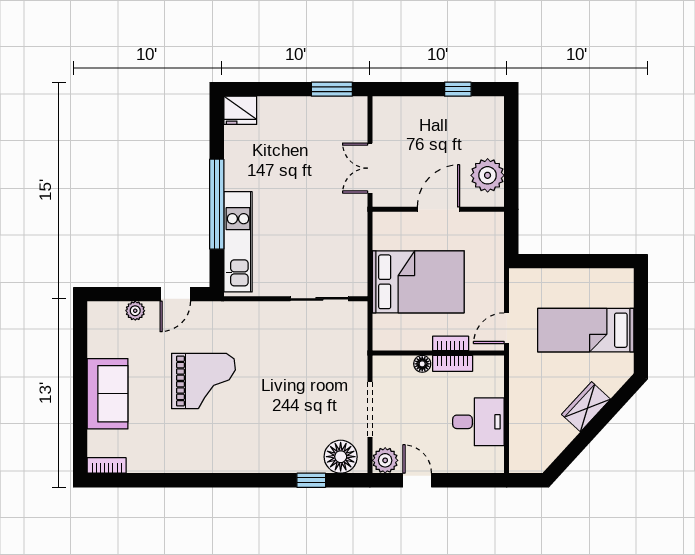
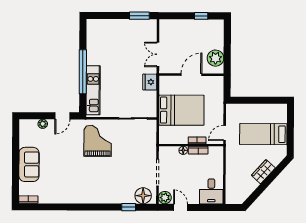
fridge: (240, 110) -> (150, 82), moved, turned 90
grand piano: (203, 381) -> (98, 141), moved, turned -90
desk: (478, 422) -> (211, 191), moved, turned 90

